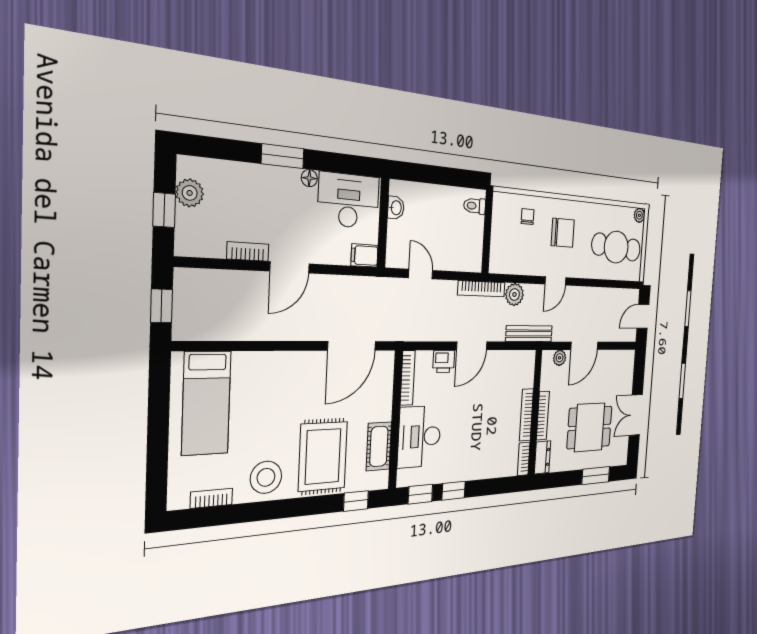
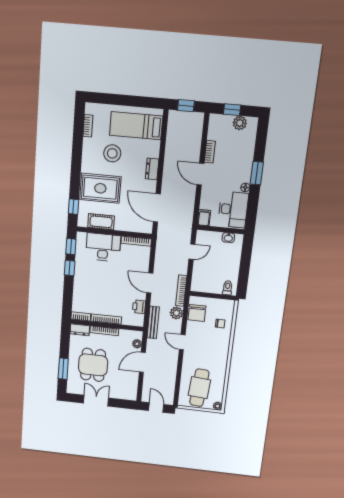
chair: (563, 233) -> (197, 313), moved
door: (584, 346) -> (142, 362), hinge flipped
printer: (444, 361) -> (139, 307), moved
dresser: (284, 362) -> (152, 169), added
stool: (266, 477) -> (112, 153), moved

